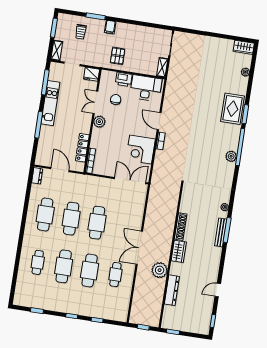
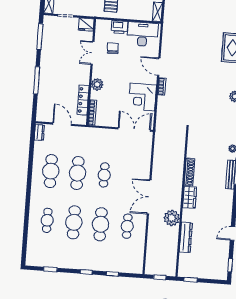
kitchen unit: (50, 103) -> (47, 57), removed
plant: (99, 122) -> (97, 84), moved
cafe table: (97, 223) -> (104, 175), width x0.73, depth x0.74

